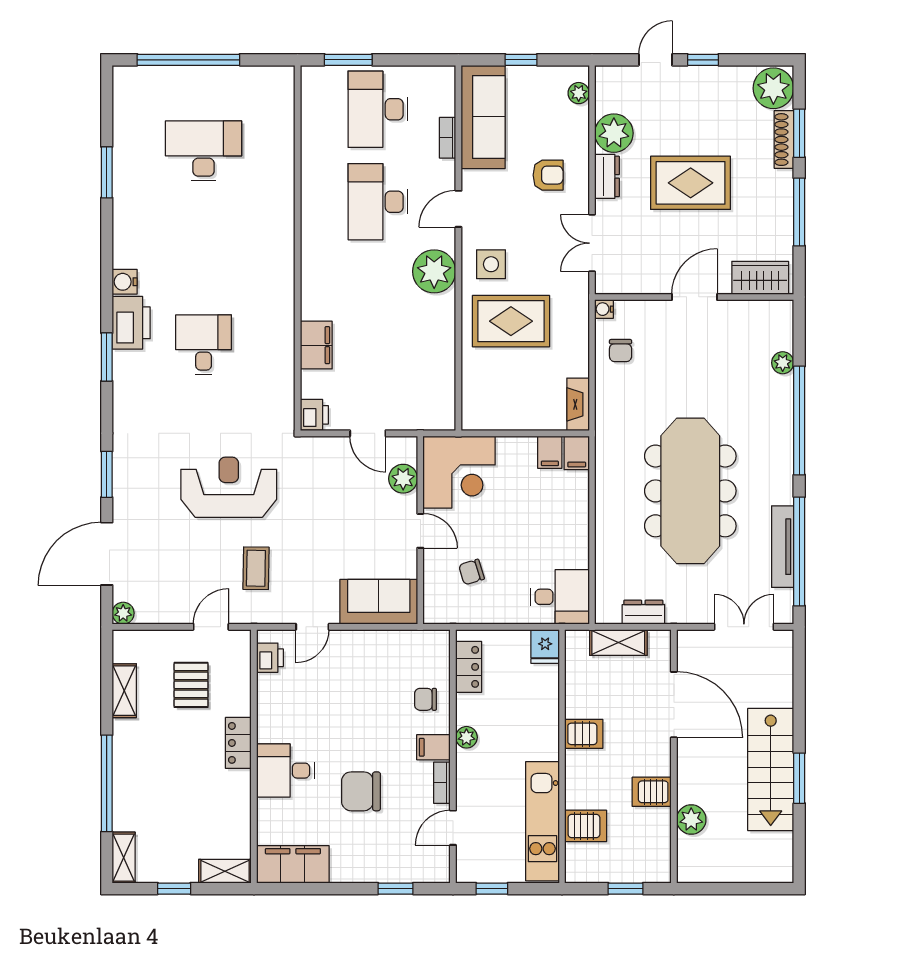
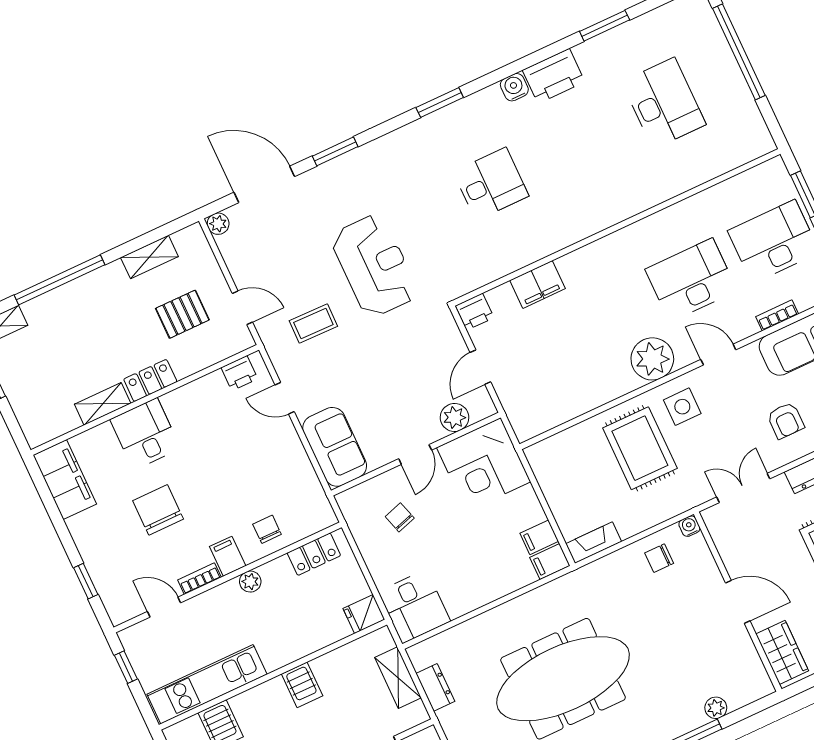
printer: (131, 323) -> (554, 76), moved
shelving: (225, 871) -> (103, 404), moved, turned 90

